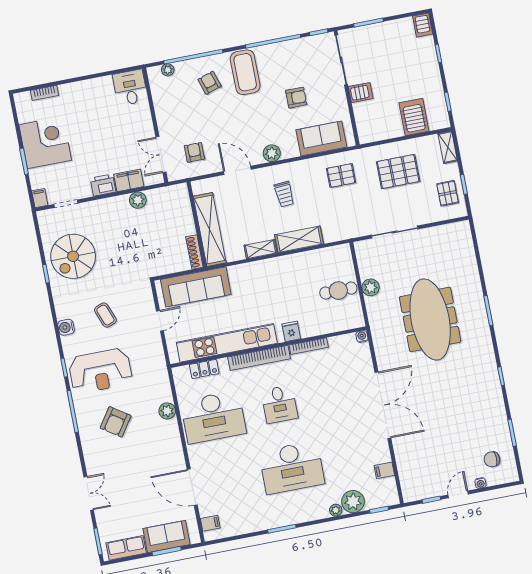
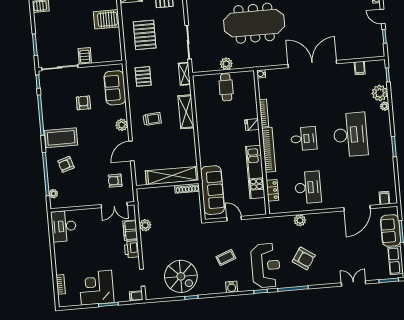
desk: (130, 88) -> (64, 226), width x1.37
shelving: (261, 249) -> (184, 74), moved
kitchen unit: (227, 343) -> (255, 172), width x0.73
desk: (213, 417) -> (308, 187), width x0.73, depth x0.77

